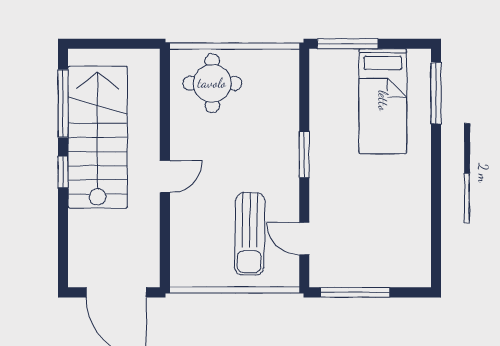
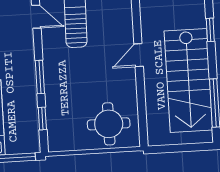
window: (304, 96) -> (42, 118), added
window: (63, 172) -> (210, 30), moved

